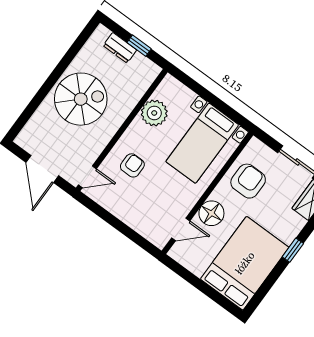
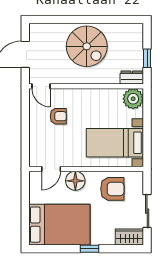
dresser: (120, 48) -> (132, 78), moved, turned 90
plant: (154, 113) -> (133, 99), moved
armchair: (132, 165) -> (58, 116), moved
door: (181, 229) -> (51, 169), hinge flipped

